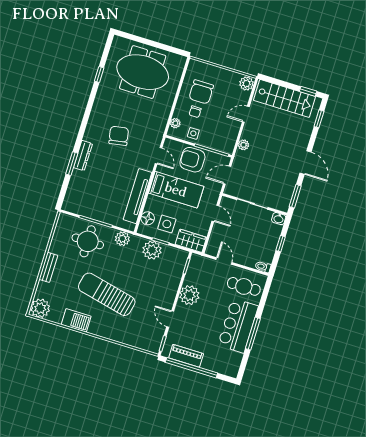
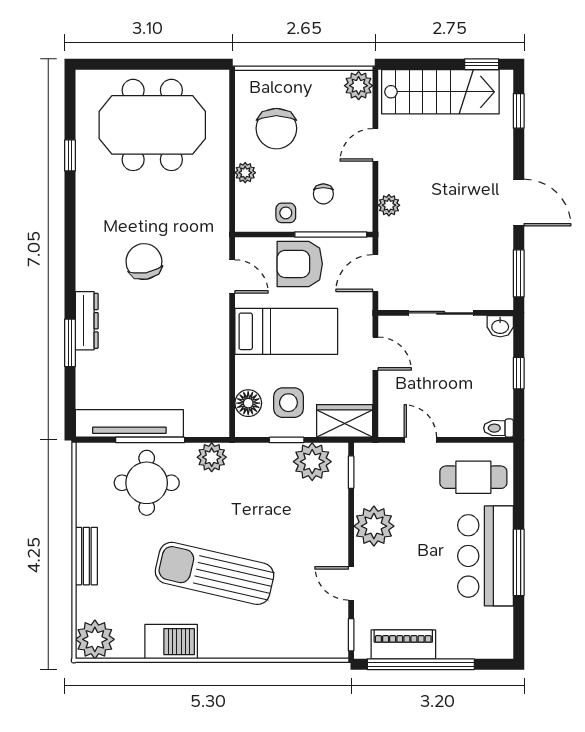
chair: (195, 112) -> (323, 194), moved
plant: (175, 123) -> (245, 173), moved
tv unit: (138, 196) -> (129, 423), moved, turned 90
plant: (152, 250) -> (312, 462), moved

